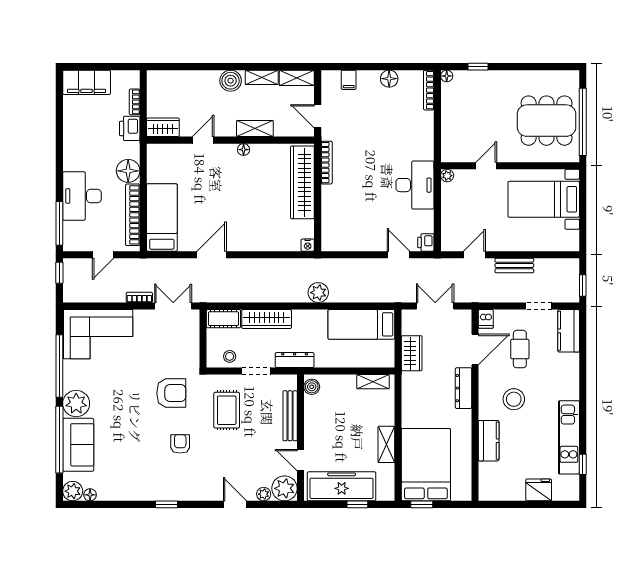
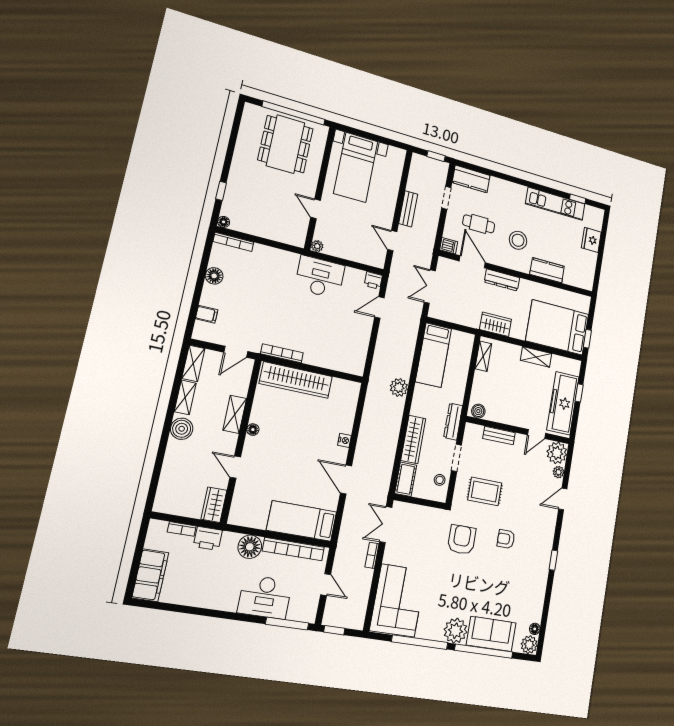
nightstand: (308, 245) -> (344, 440), moved
wardrobe: (412, 353) -> (495, 324), moved
bench: (290, 416) -> (499, 436), width x0.73

